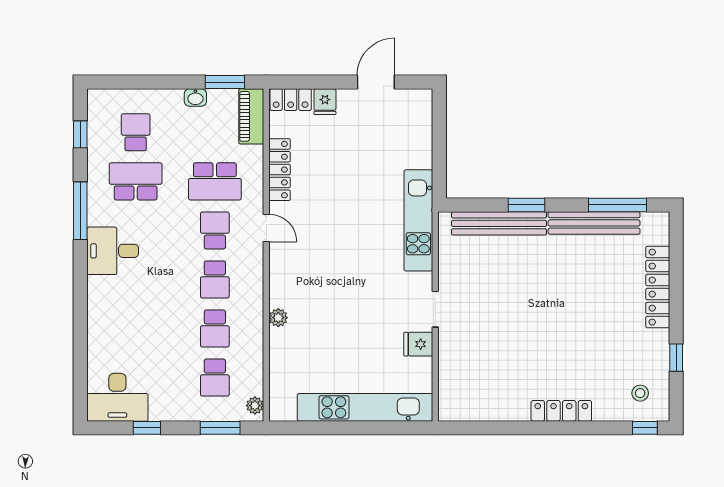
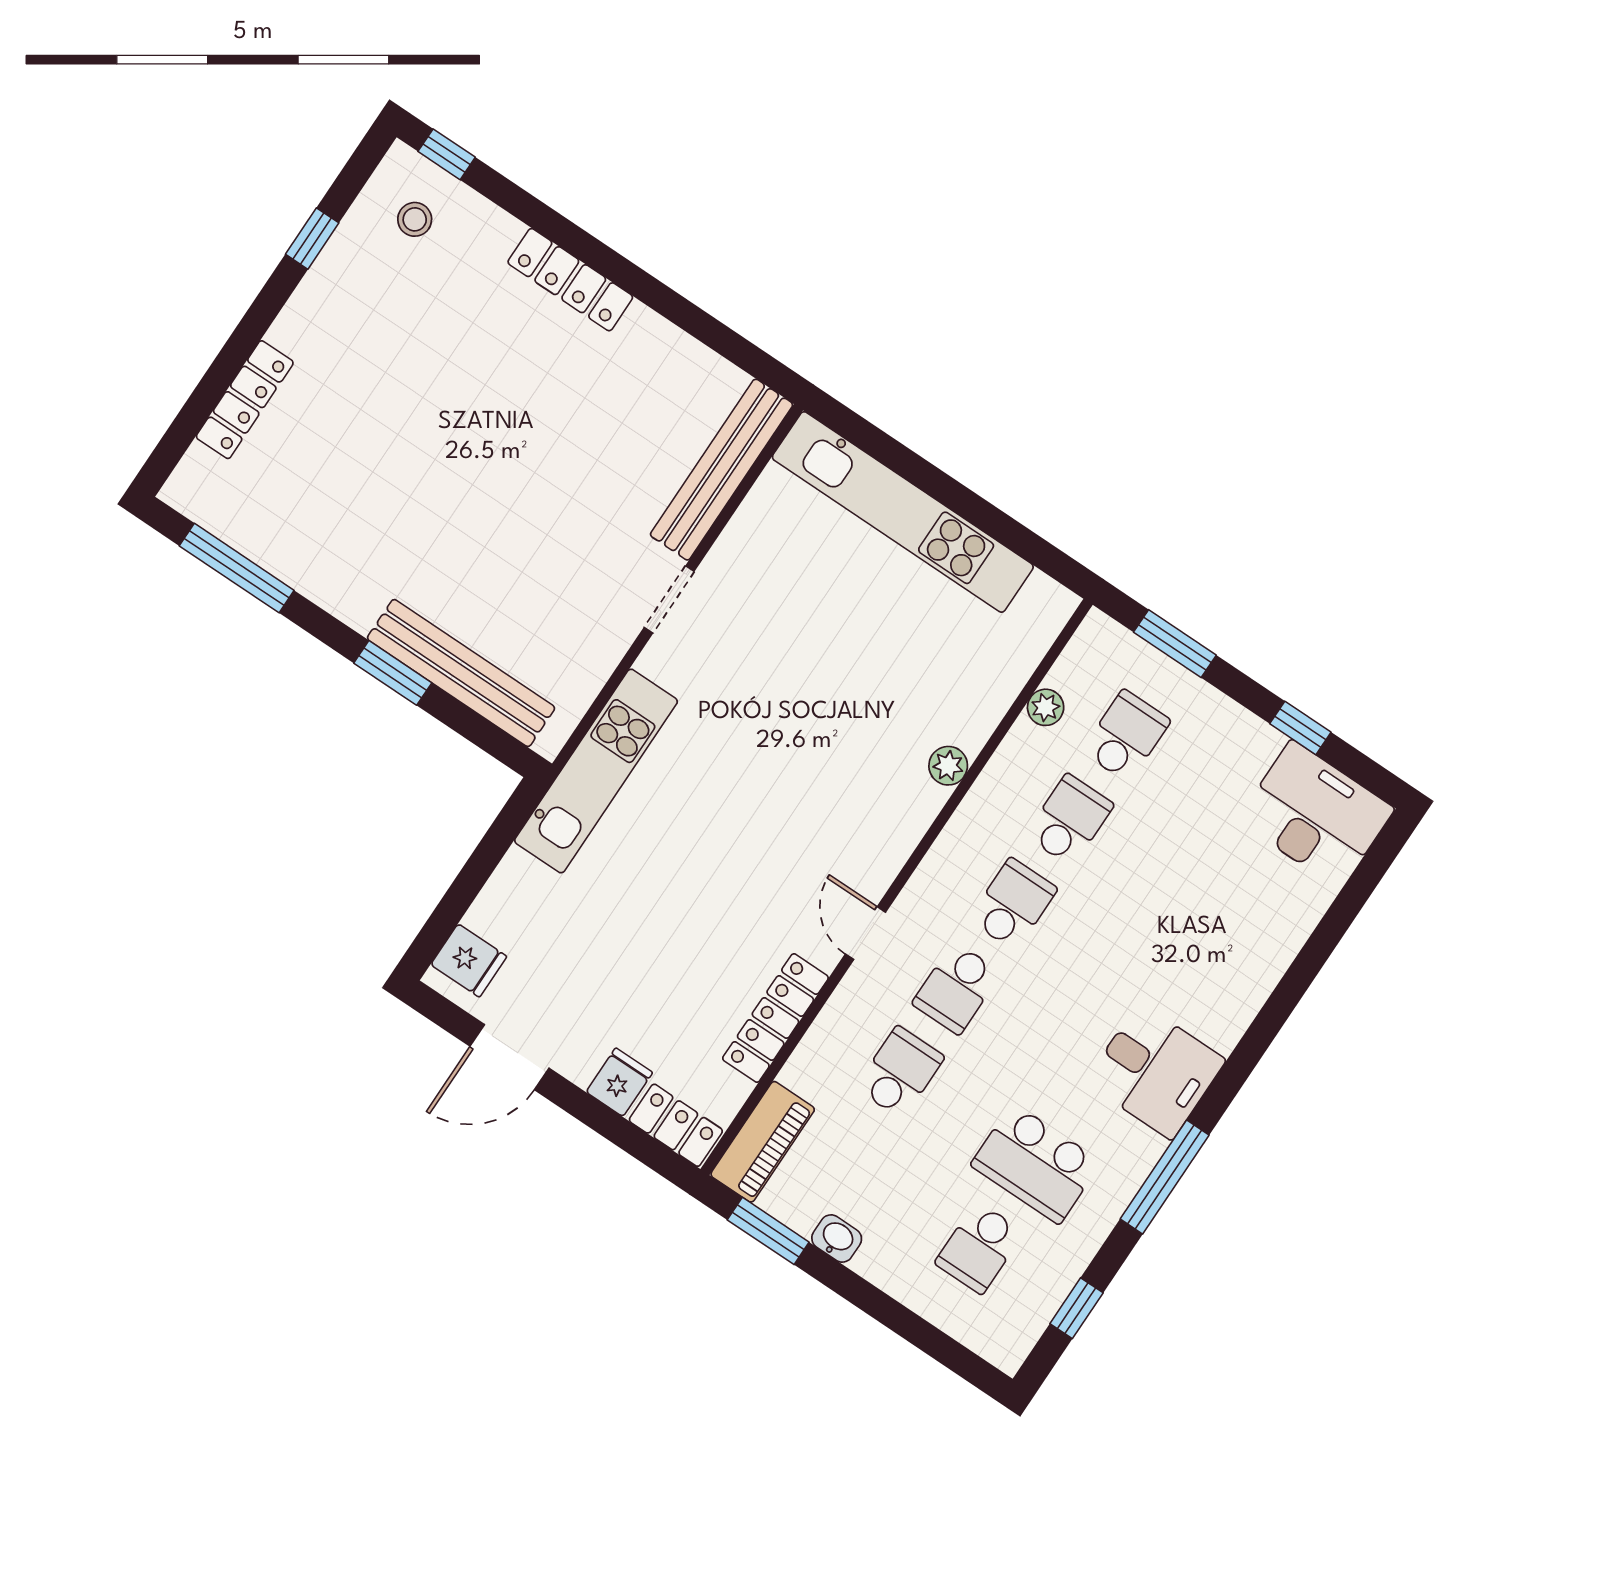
school desk: (215, 181) -> (900, 1072), width x0.54
bench: (594, 223) -> (722, 470), moved, turned 90
locker: (658, 287) -> (245, 400), width x0.71, depth x0.83
fridge: (418, 344) -> (469, 961), moved
plant: (255, 406) -> (1046, 707), moved

